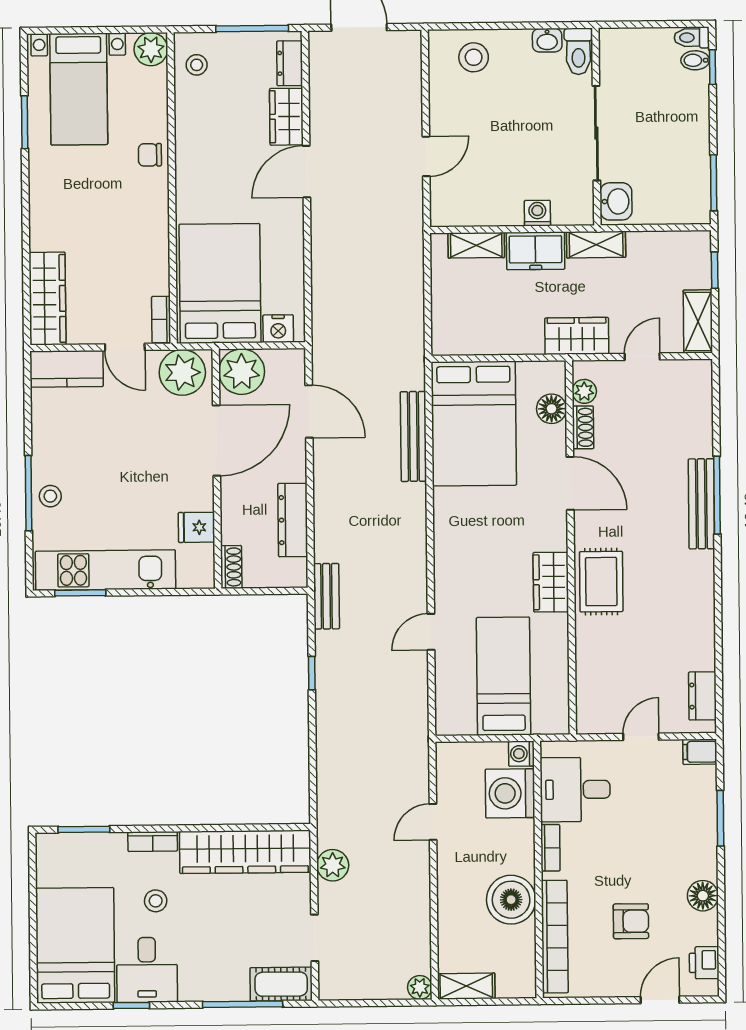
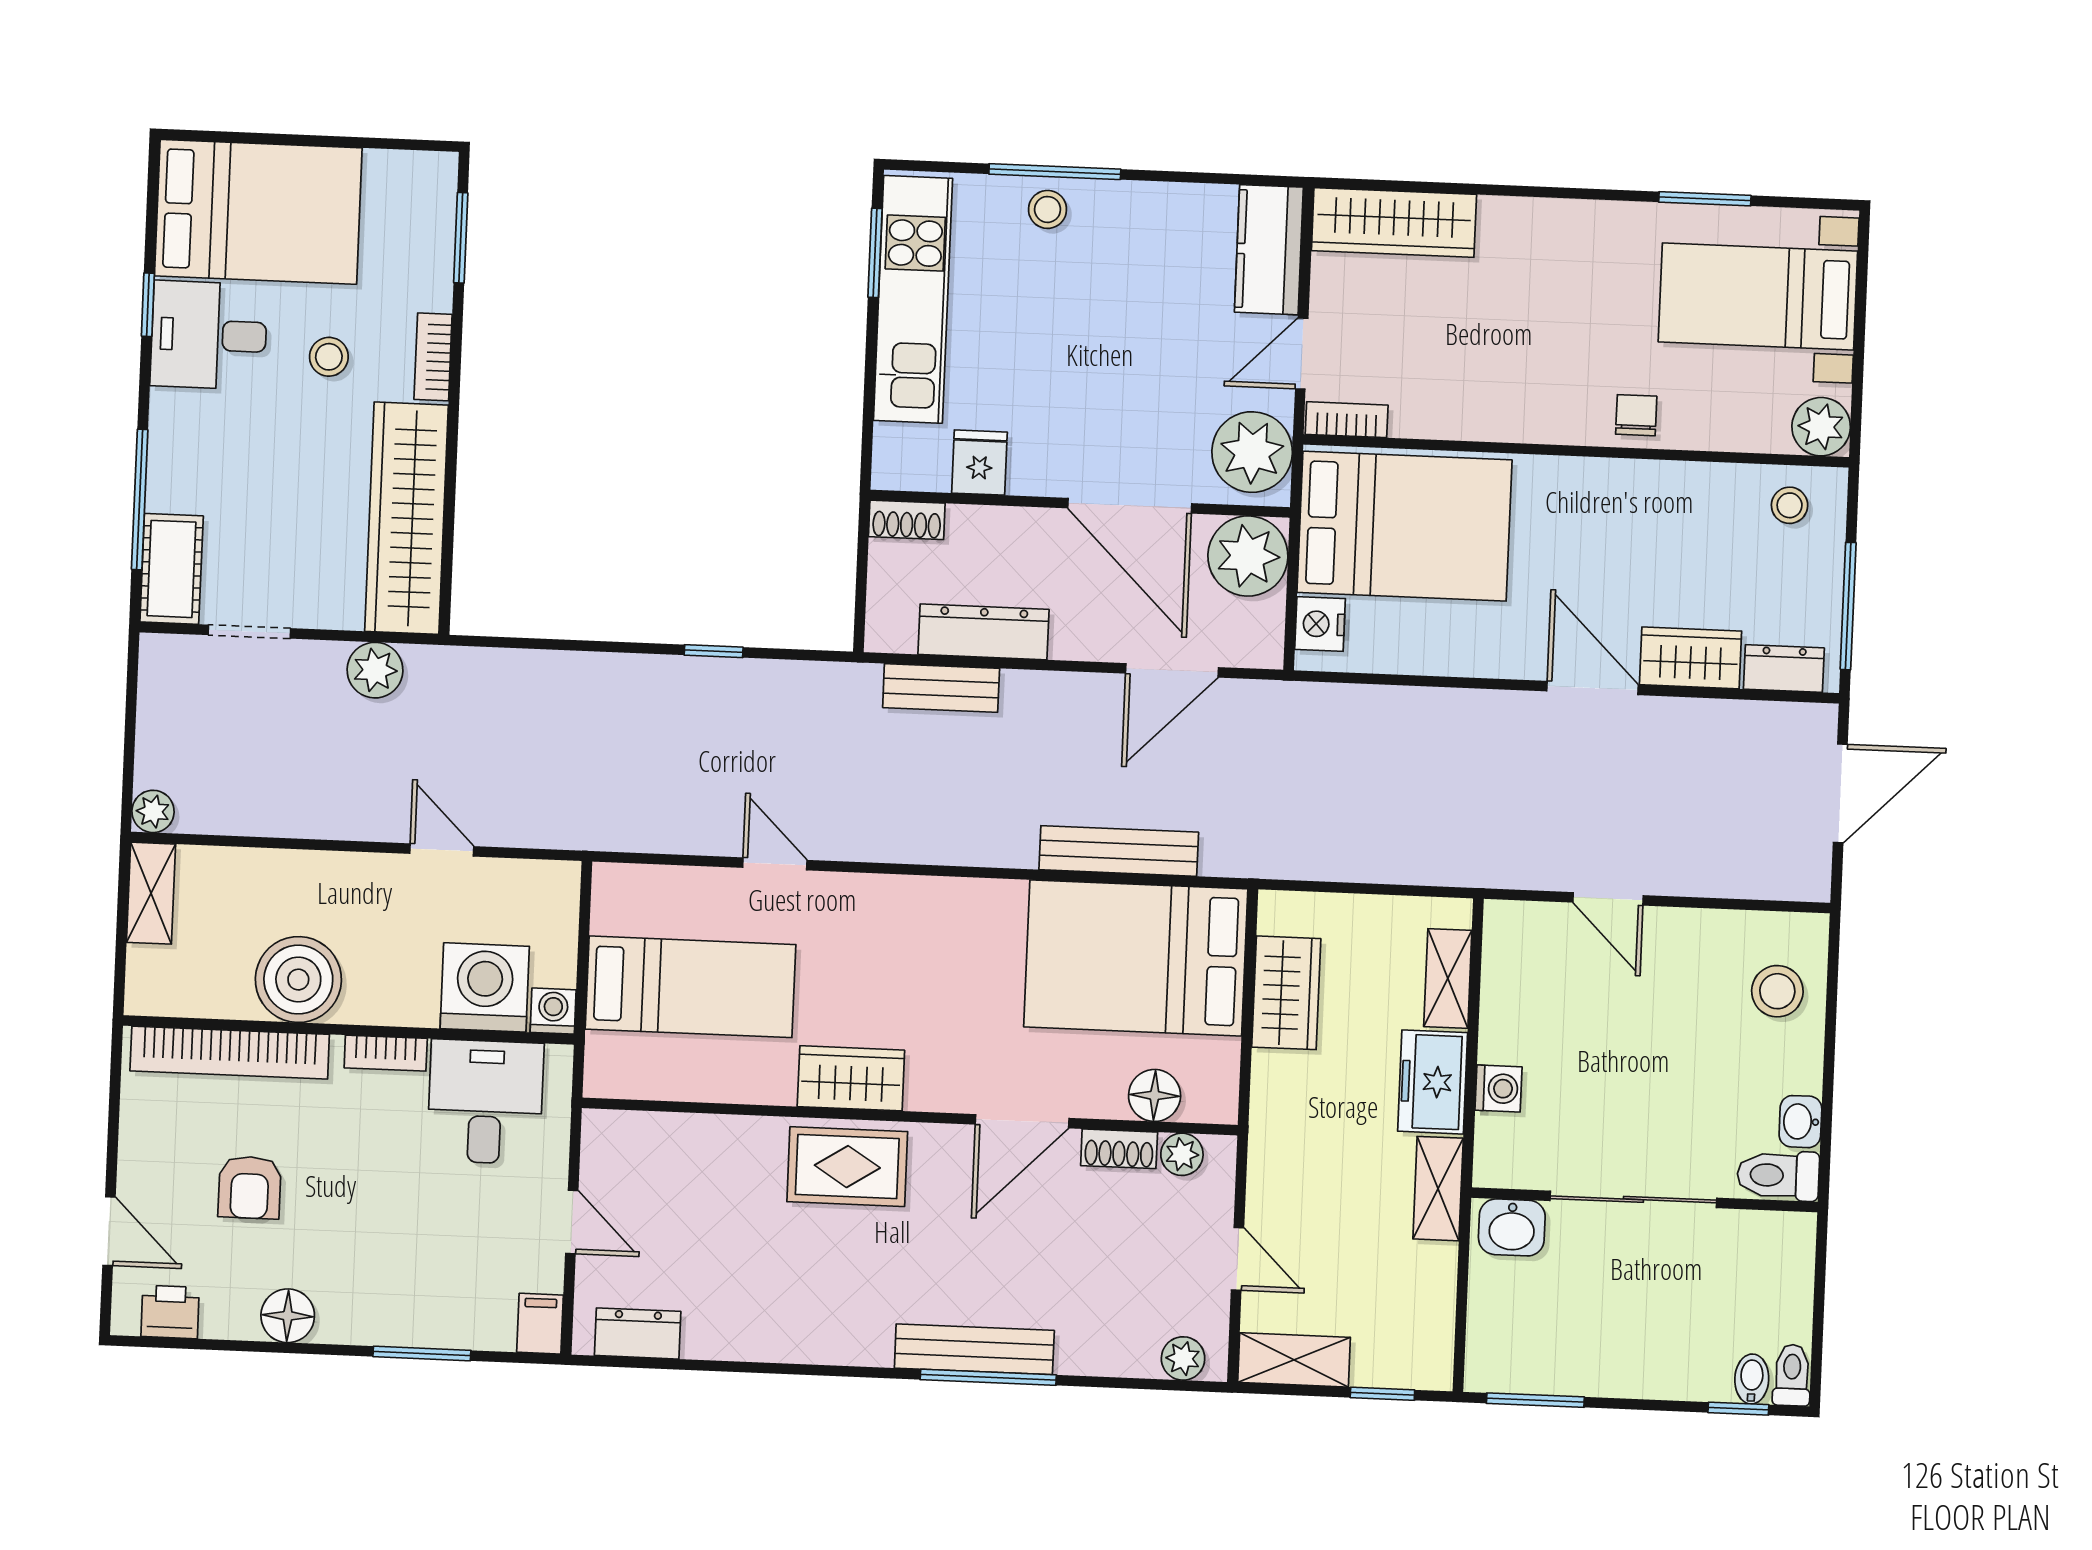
wardrobe: (577, 336) -> (1286, 993), moved
plant: (700, 385) -> (1183, 1358), added
bench: (326, 596) -> (941, 688), moved

